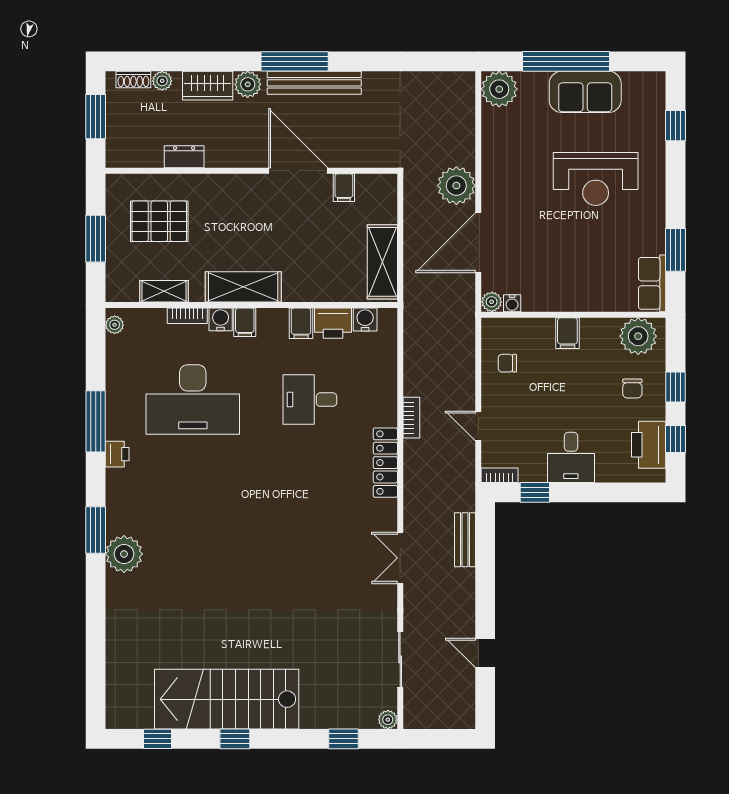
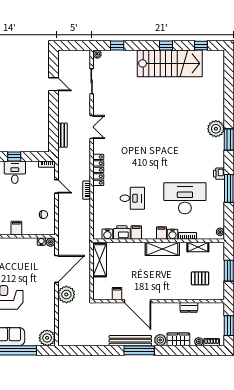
pallet: (159, 221) -> (200, 278), width x0.67, depth x0.71
window: (535, 492) -> (14, 156), moved

